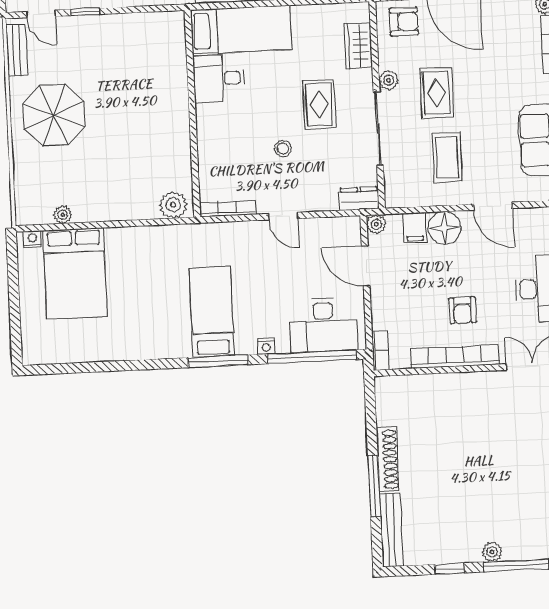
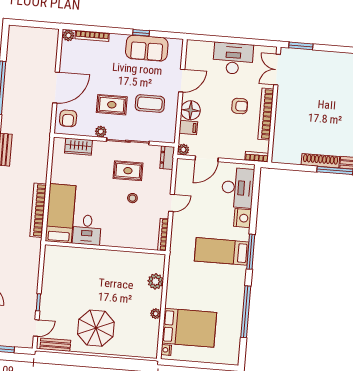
armchair: (404, 22) -> (68, 118), turned 180
rug: (319, 104) -> (128, 171), moved
plant: (173, 205) -> (156, 281), moved
plant: (63, 215) -> (156, 314), moved
nightstand: (266, 346) -> (242, 218), width x1.89, depth x1.79
window: (312, 357) -> (246, 312), moved

